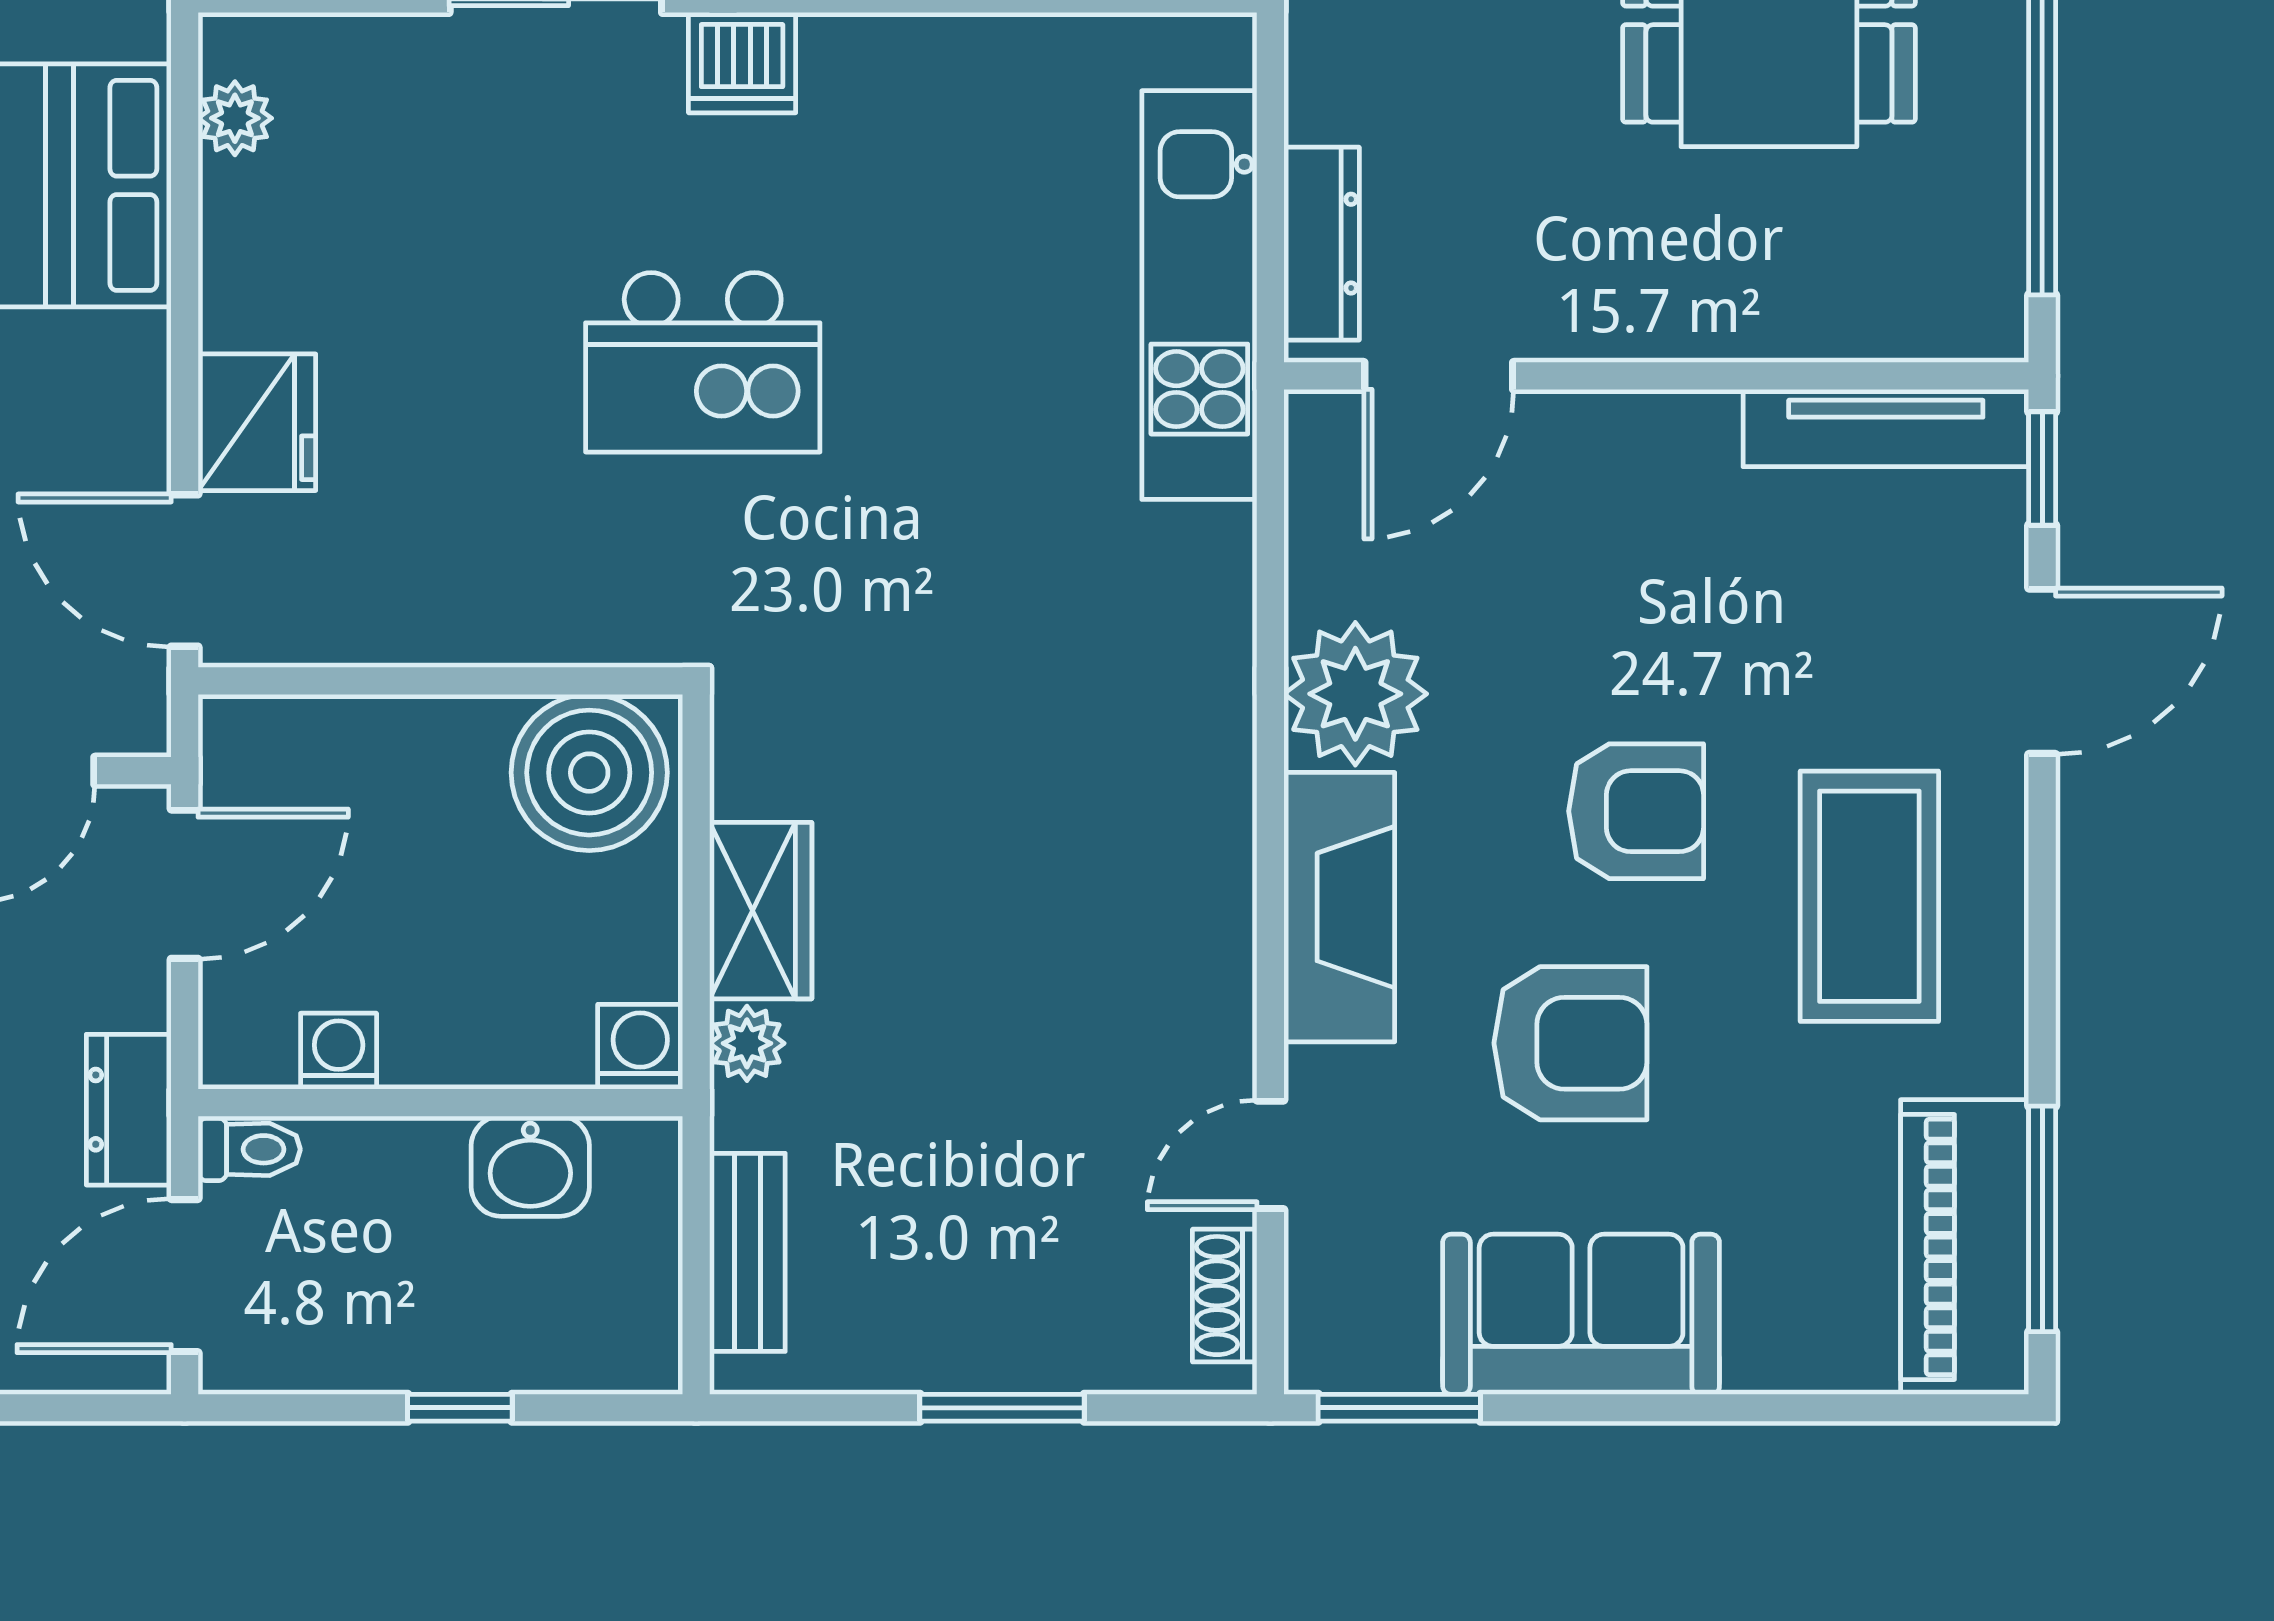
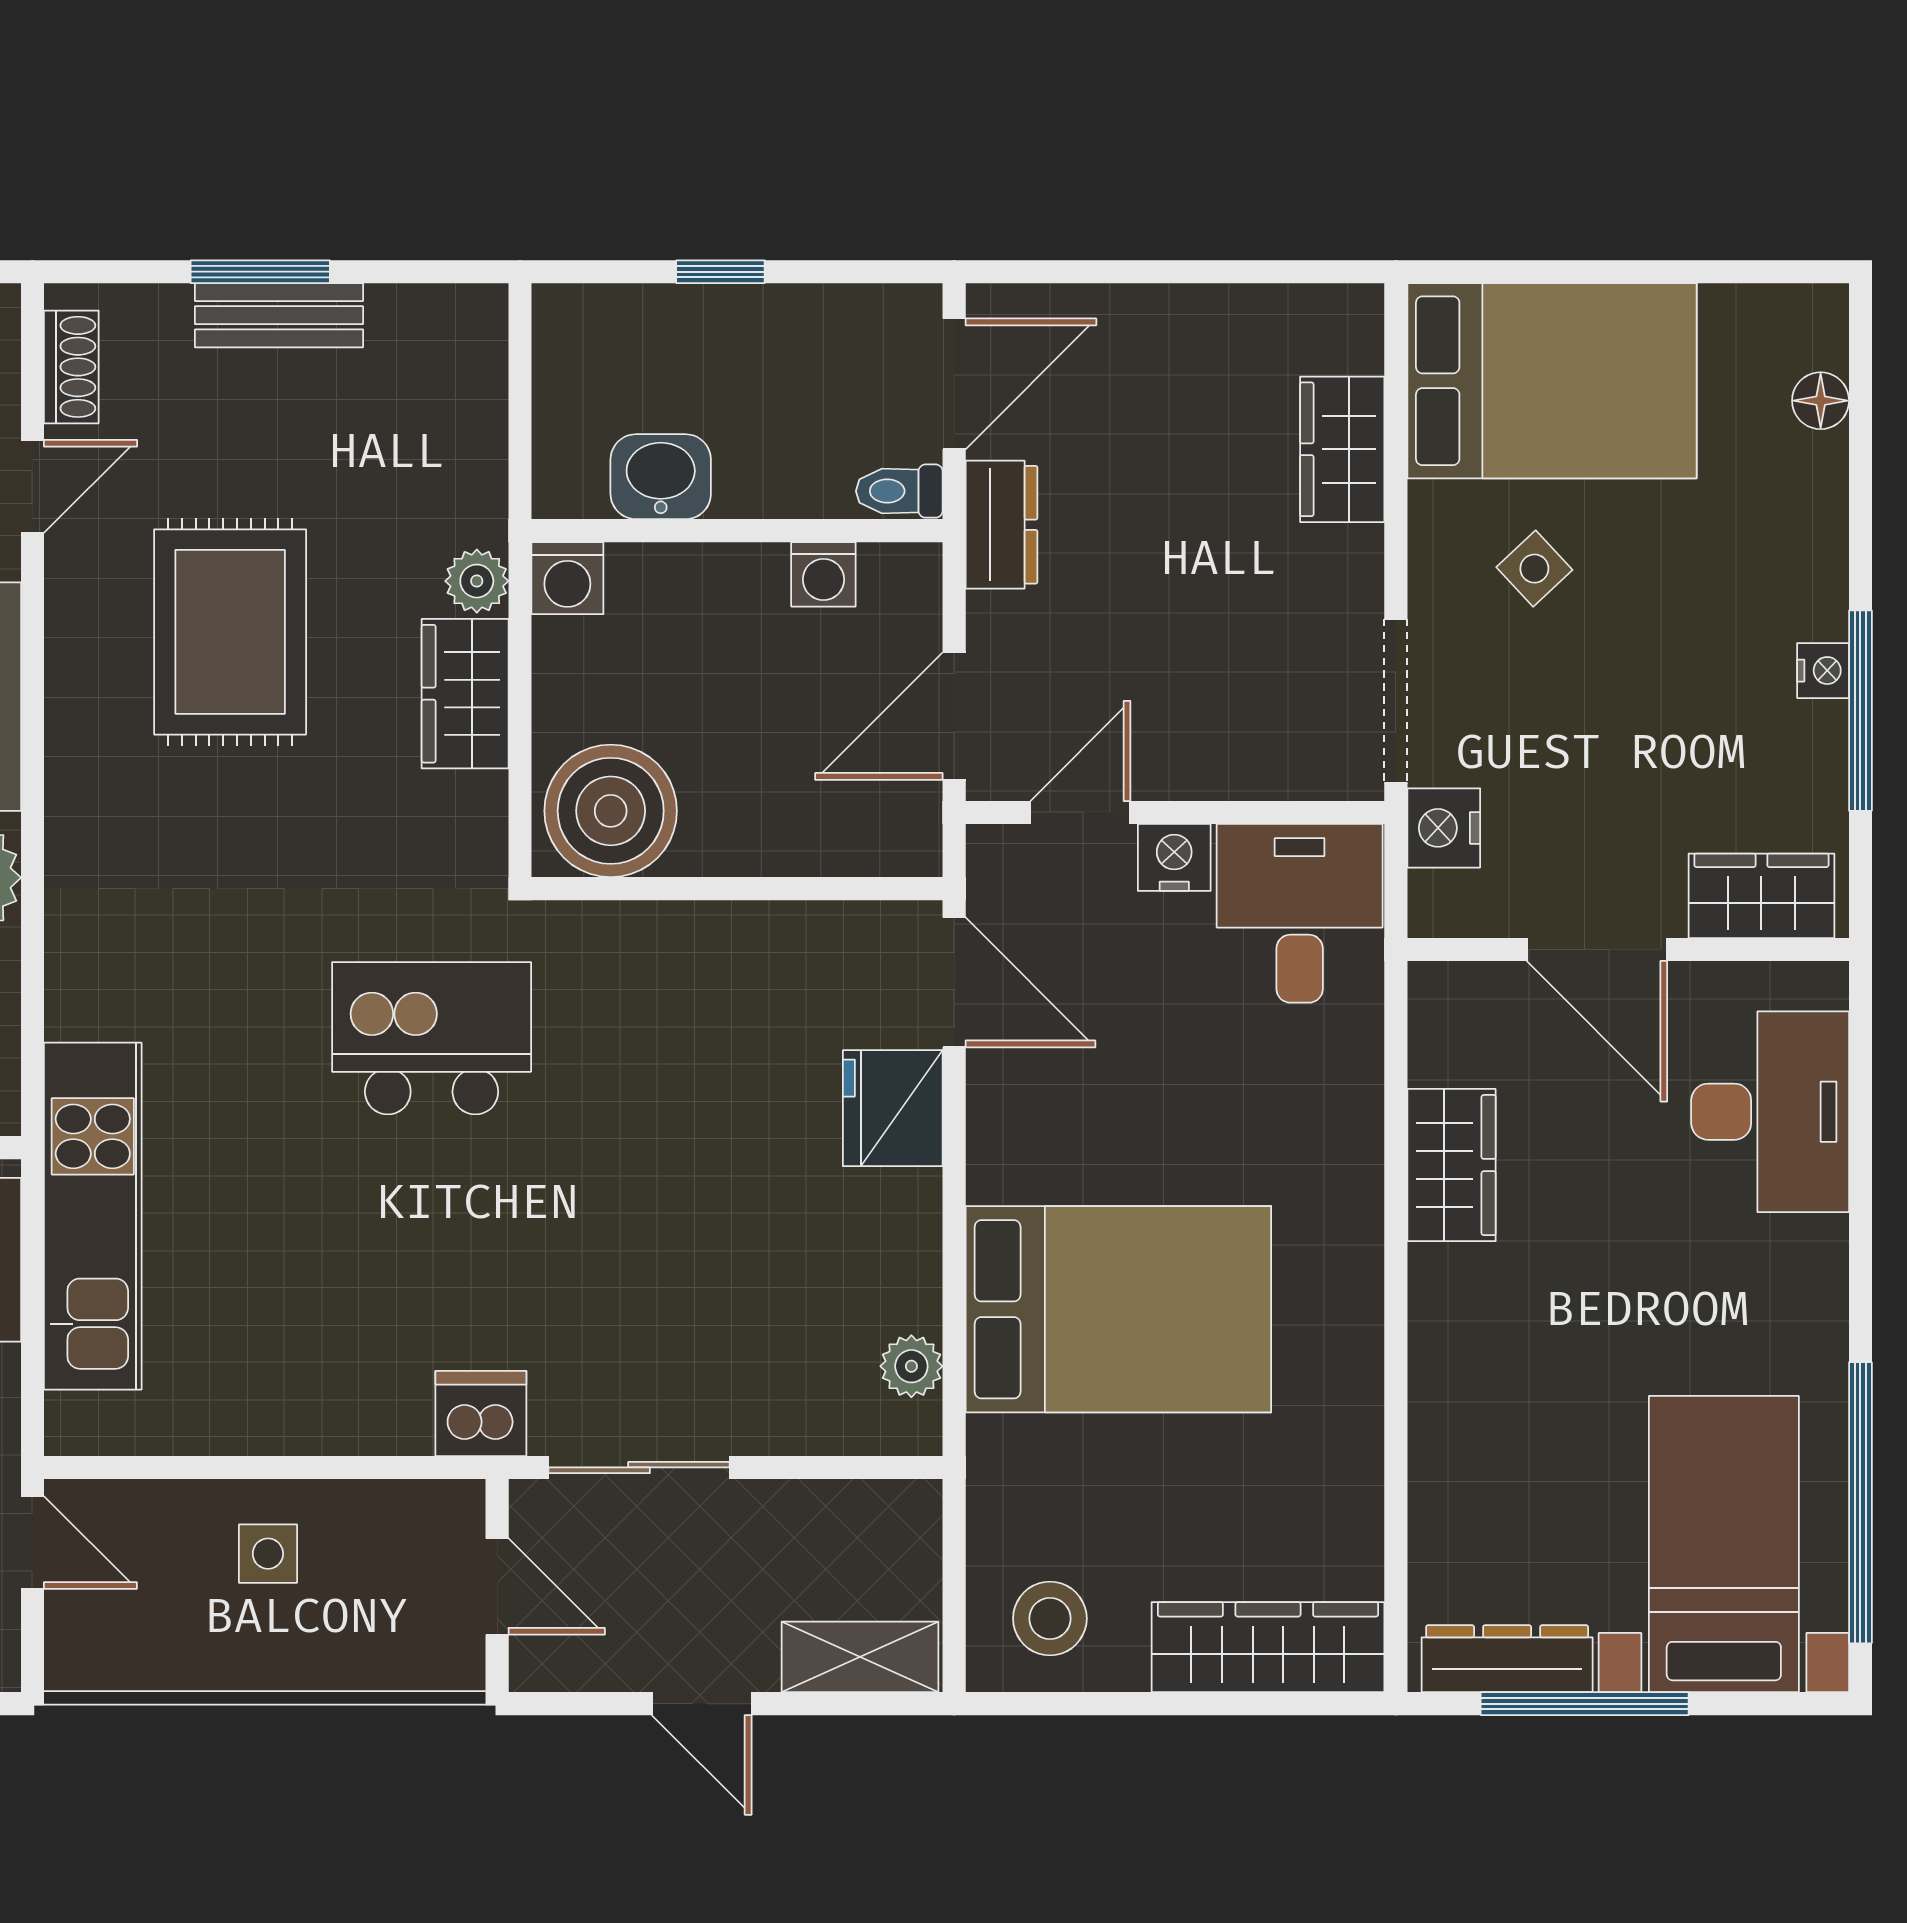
kitchen island: (703, 362) -> (432, 1038), moved
rug: (1038, 983) -> (230, 632), added
bench: (747, 1252) -> (279, 315), moved, turned 90

